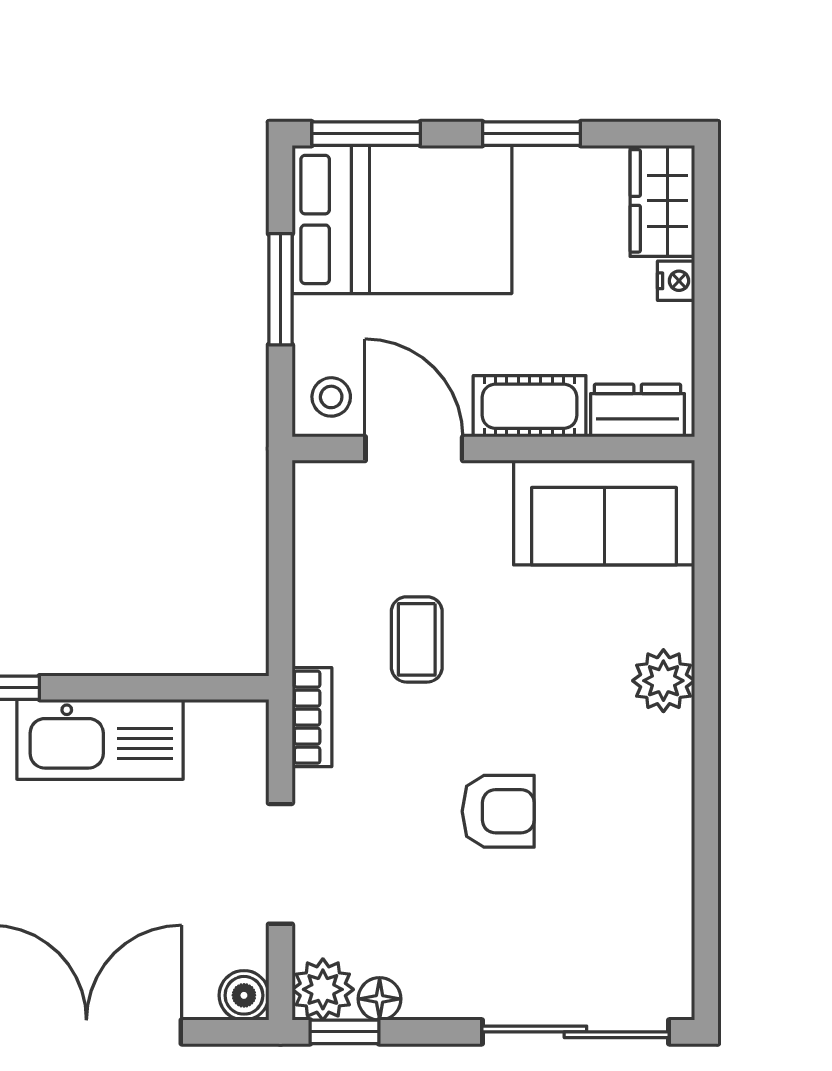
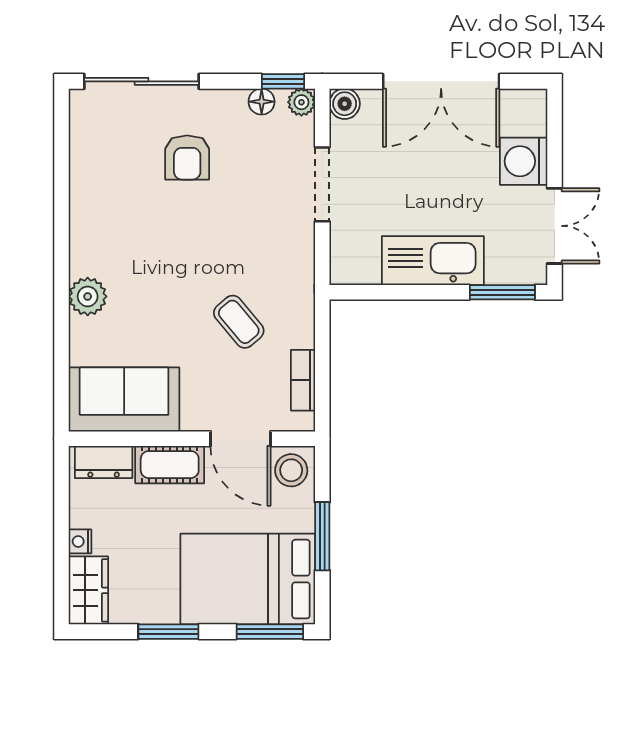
stool: (331, 397) -> (291, 470), width x1.37, depth x1.37
coffee table: (417, 639) -> (239, 322), turned -40
bookcase: (312, 717) -> (303, 380), moved
armchair: (498, 811) -> (187, 158), moved, turned -90
plant: (323, 989) -> (301, 102), width x0.73, depth x0.73

